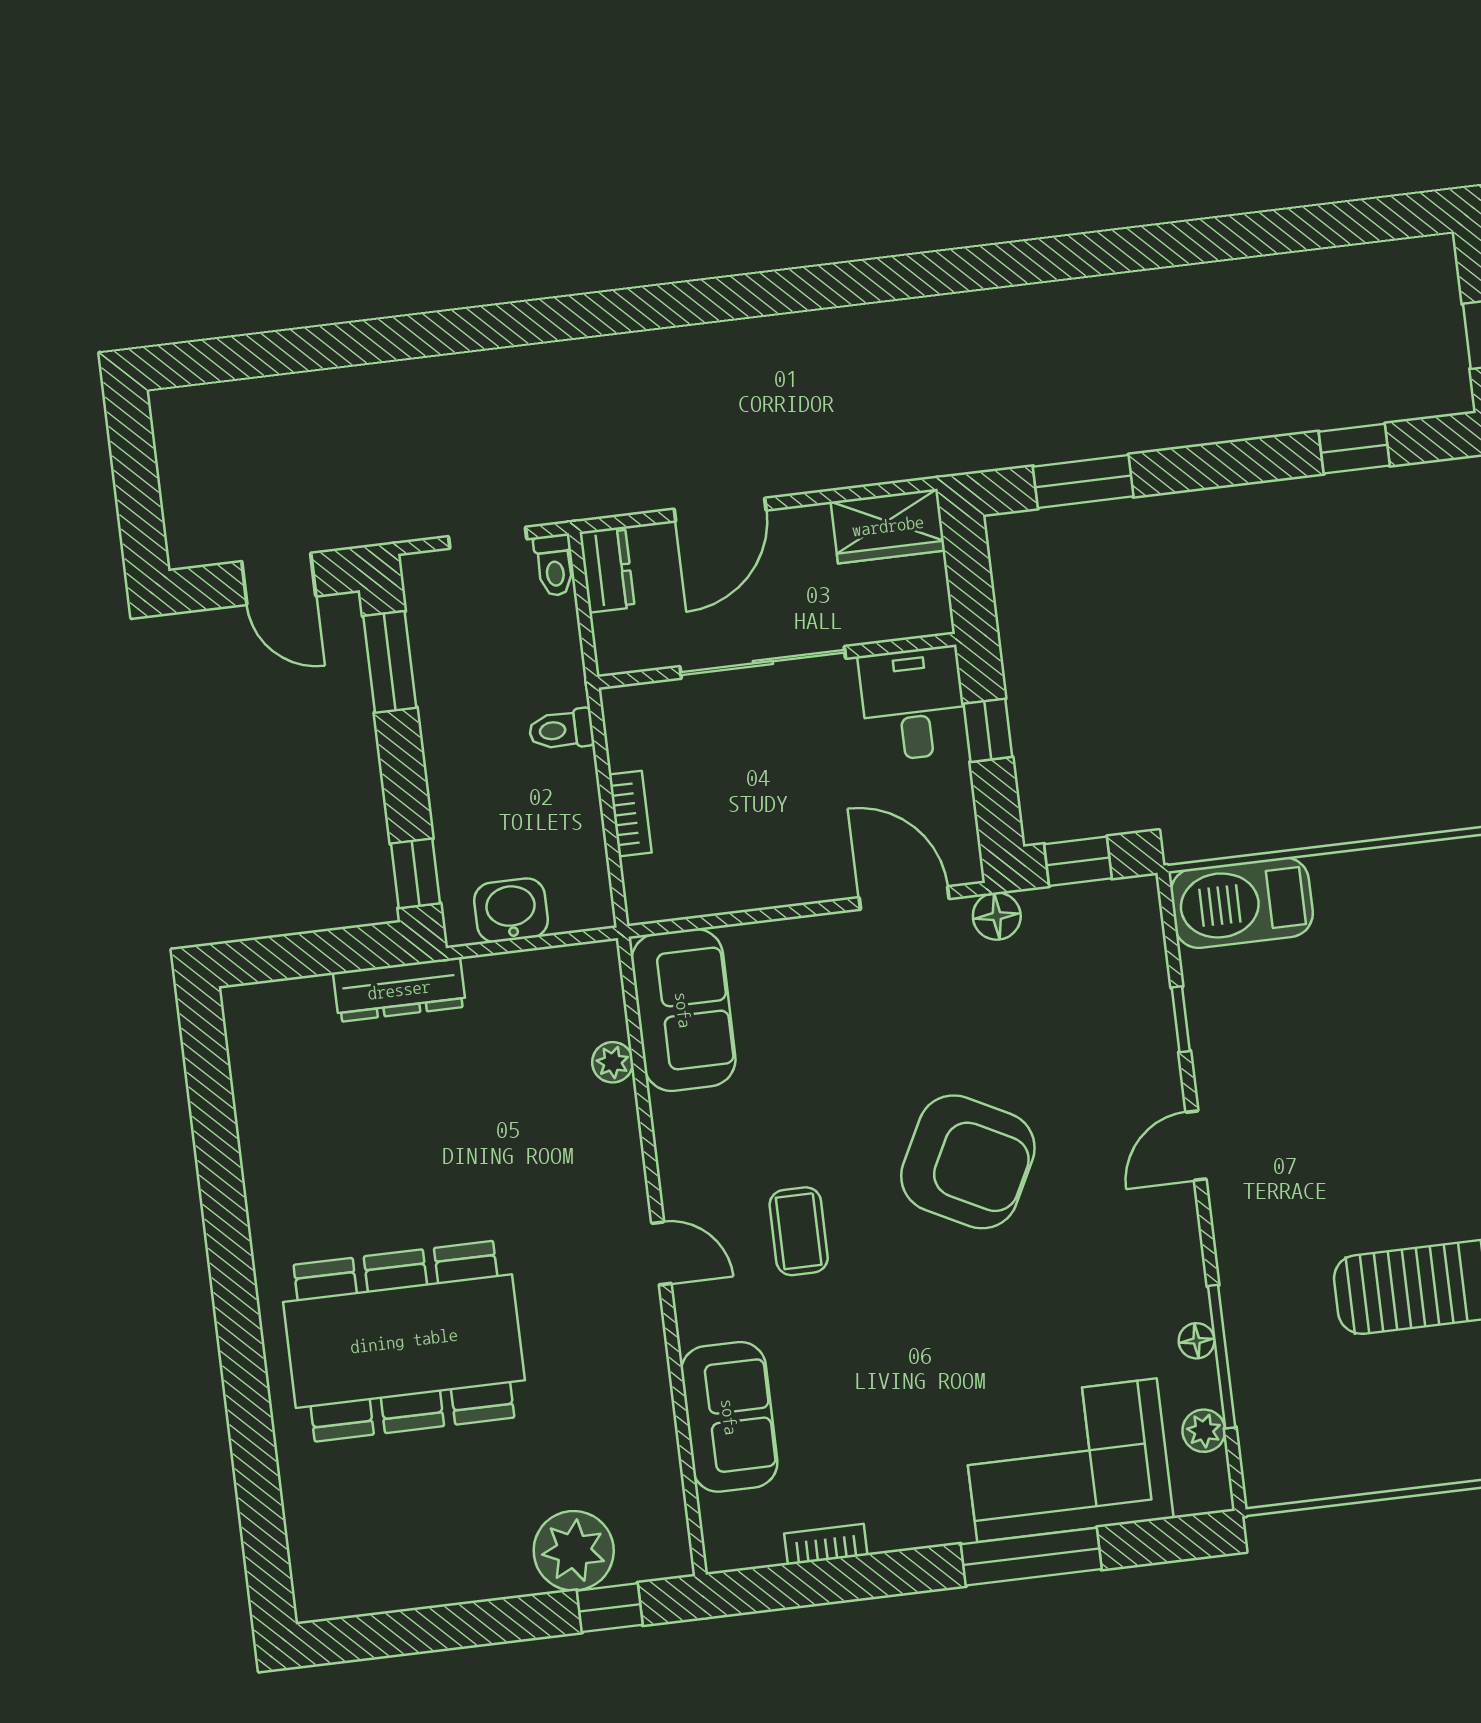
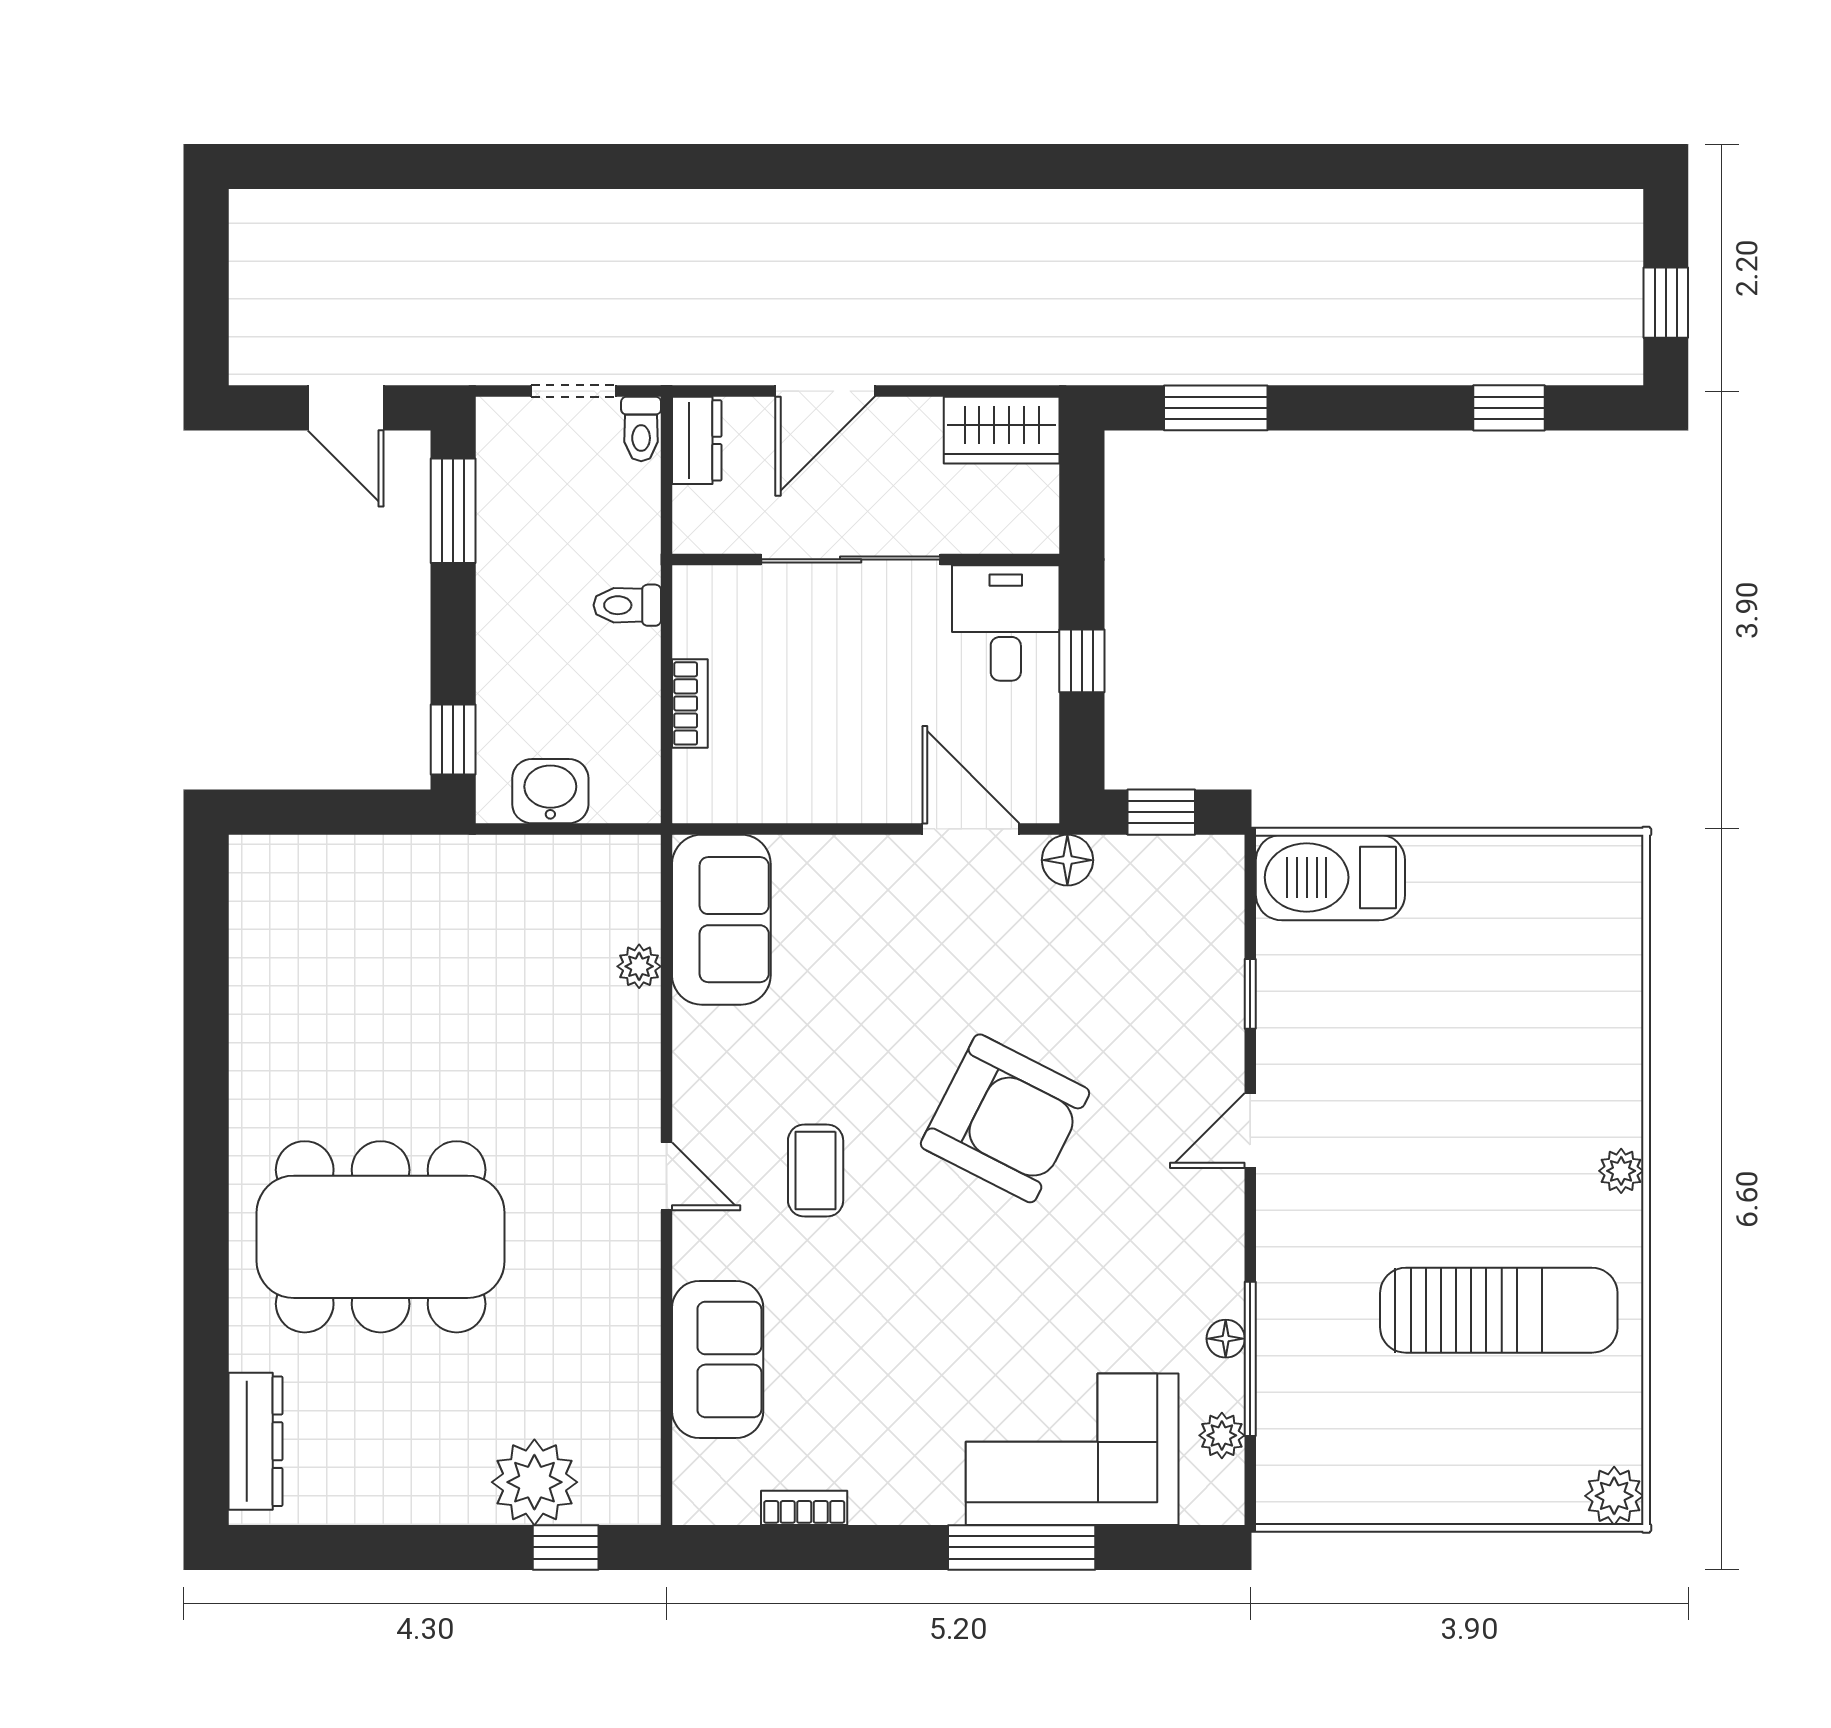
dresser: (399, 990) -> (255, 1441), moved, turned -90

